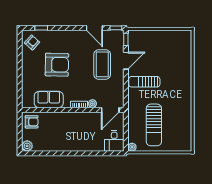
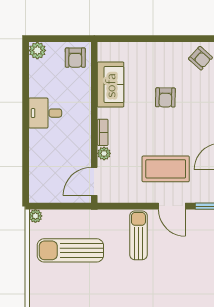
armchair: (57, 65) -> (165, 97), width x0.53, depth x0.53
door: (110, 110) -> (94, 181), hinge flipped
desk: (114, 141) -> (45, 113), moved

